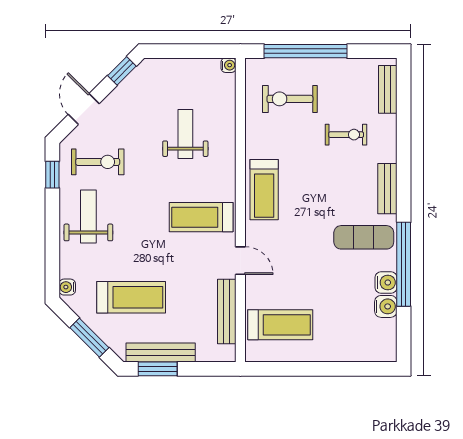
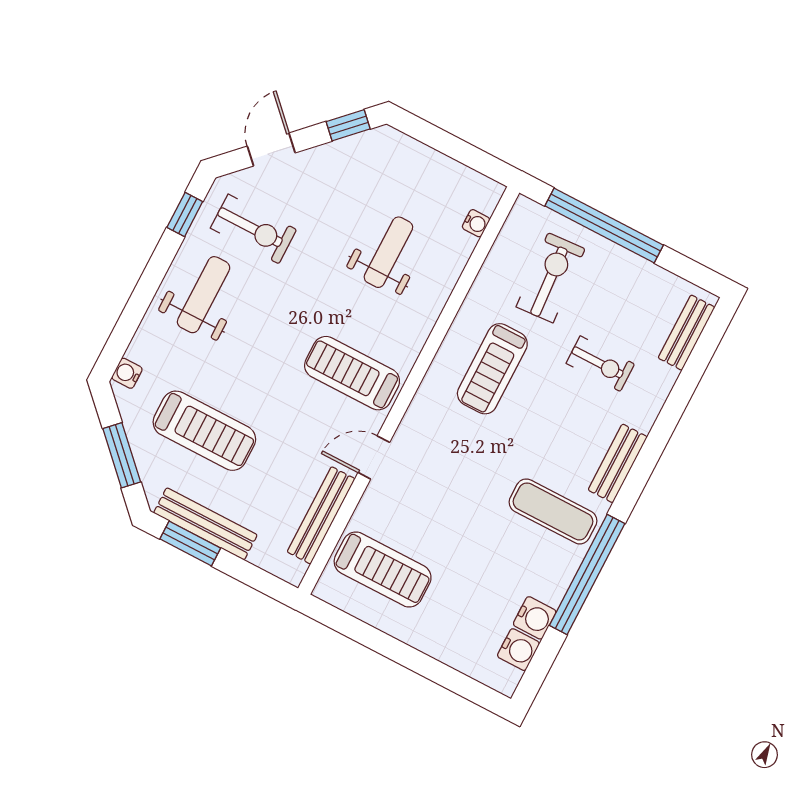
water cooler: (228, 65) -> (476, 223), moved
exercise bike: (290, 99) -> (551, 278), turned 86
treadmill: (264, 190) -> (492, 369), moved
door: (240, 261) -> (374, 457), swing flipped
water cooler: (386, 282) -> (518, 650), moved

